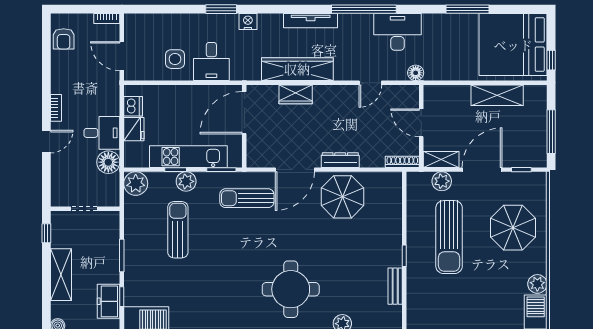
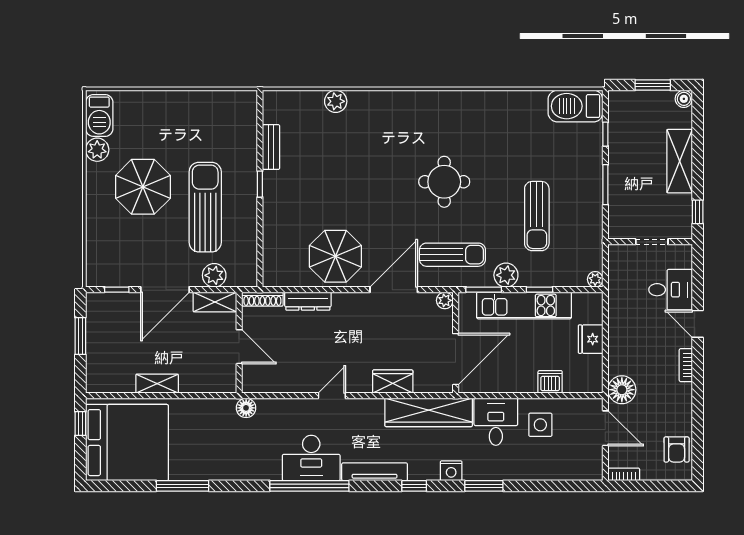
window: (278, 9) -> (414, 486), added
desk: (397, 32) -> (311, 458), moved
armchair: (64, 39) -> (677, 449), turned 180
wardrobe: (297, 69) -> (429, 412), moved
door: (370, 83) -> (332, 396), moved
shelving: (497, 95) -> (157, 384), width x0.67, depth x0.75
dishwasher: (133, 106) -> (550, 382), moved, turned 90
window: (551, 132) -> (80, 336), width x0.69
desk: (102, 133) -> (671, 290), moved, turned 180
door: (46, 142) -> (698, 324), hinge flipped
dresser: (340, 160) -> (308, 301), moved
plant: (253, 161) -> (445, 300), added
floor lamp: (108, 162) -> (622, 390), moved
plant: (186, 181) -> (506, 275), moved
plant: (136, 184) -> (595, 279), width x0.53, depth x0.53
parasol: (513, 228) -> (143, 187), moved
round table: (291, 289) -> (444, 182), moved, width x0.73, depth x0.73
freezer: (109, 301) -> (622, 129), removed

